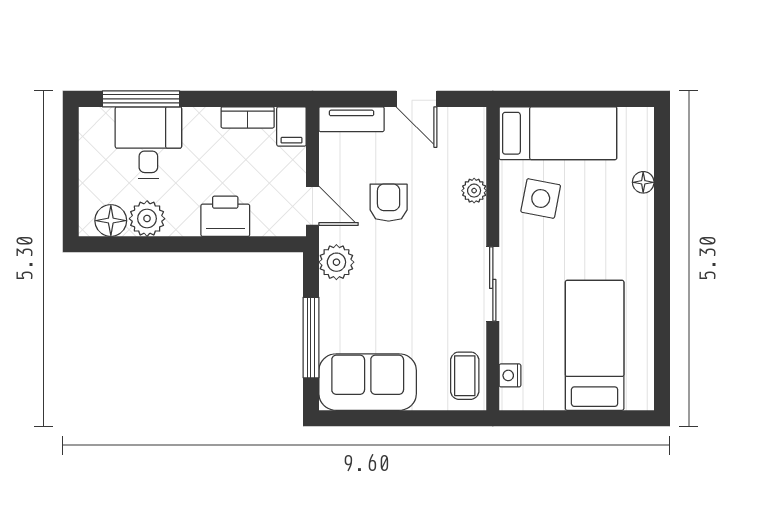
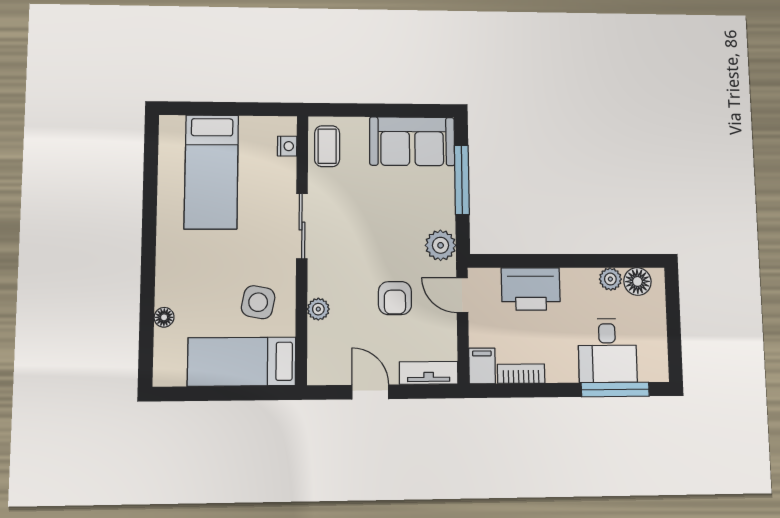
printer: (225, 216) -> (531, 289), width x1.37, depth x1.19
plant: (147, 219) -> (610, 279), width x0.73, depth x0.73

